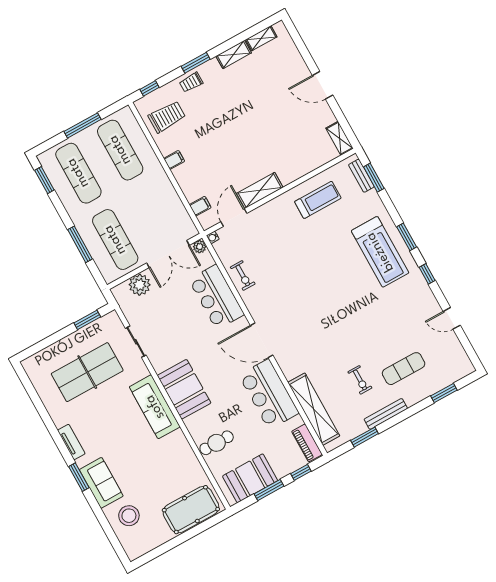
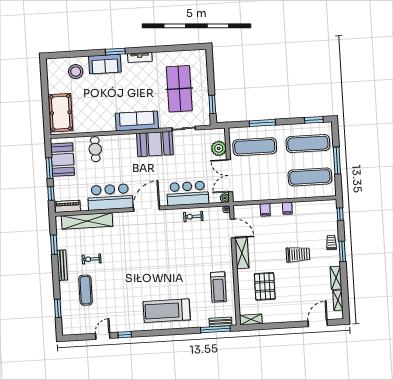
door: (323, 85) -> (318, 323), moved
trolley: (167, 117) -> (298, 254), moved, turned -90
pallet: (288, 141) -> (265, 286), added
window: (374, 178) -> (215, 329), width x1.44
filing cabinet: (200, 206) -> (265, 210), moved
window: (407, 237) -> (168, 332), removed
window: (427, 274) -> (125, 335), moved
booth: (184, 389) -> (155, 144), moved

